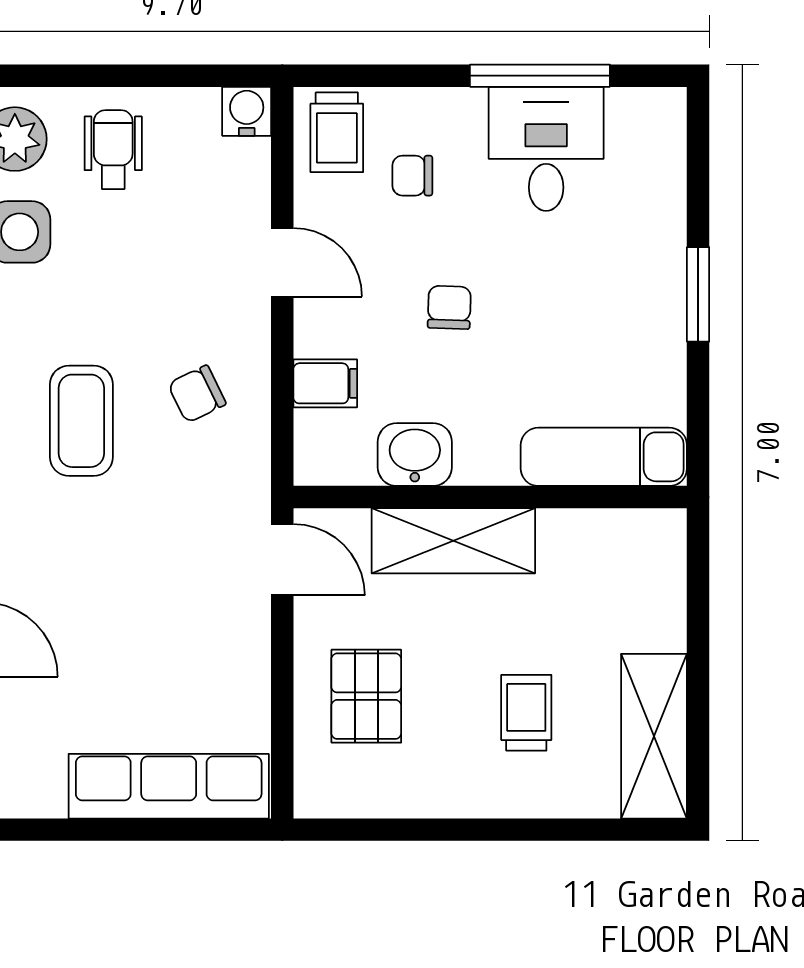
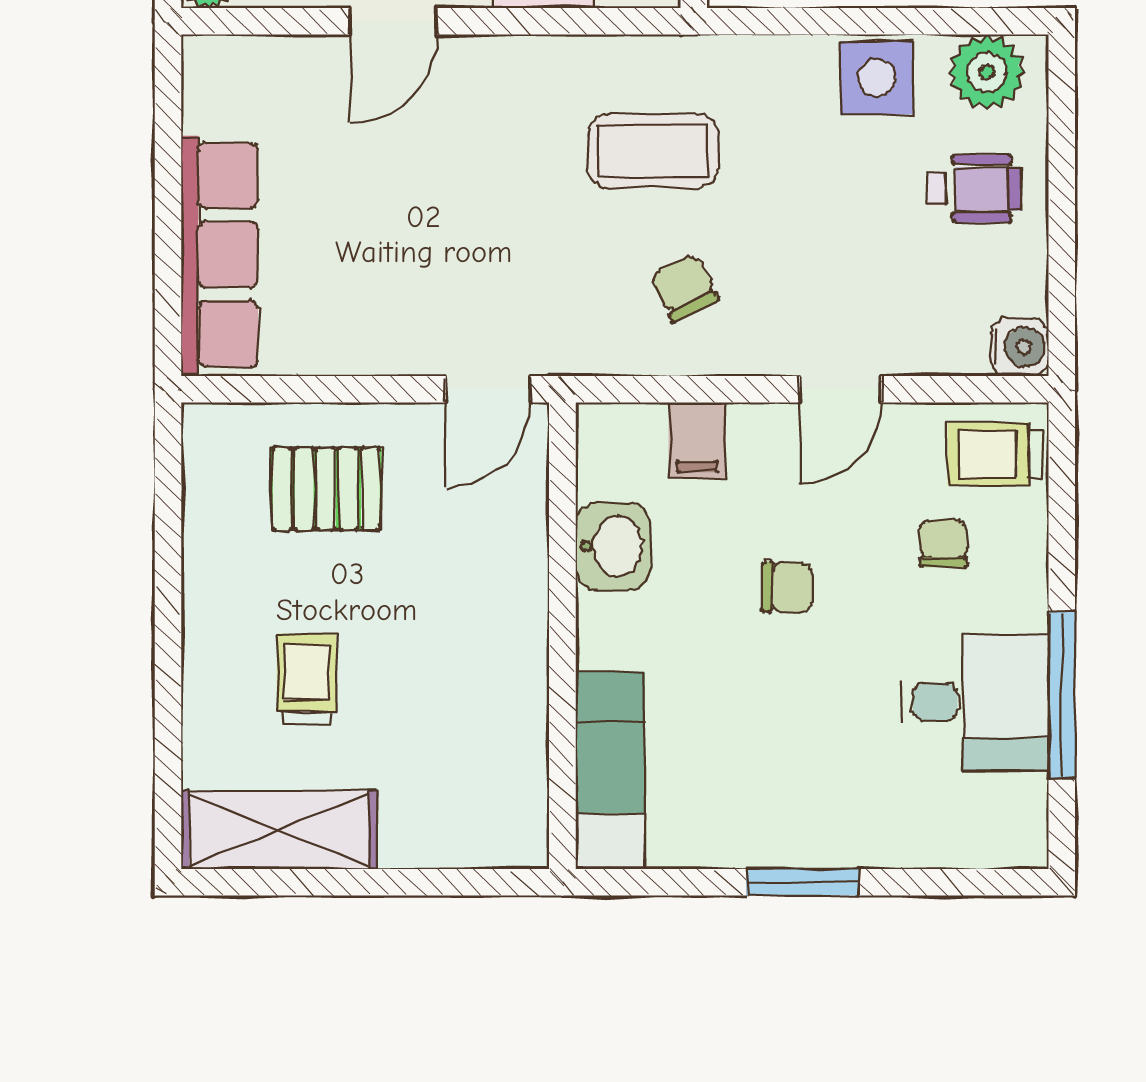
shelving: (453, 541) -> (510, 592), removed
trolley: (526, 713) -> (307, 679), turned -90

